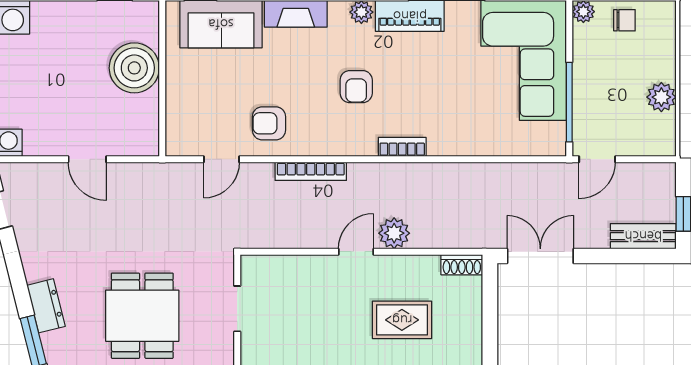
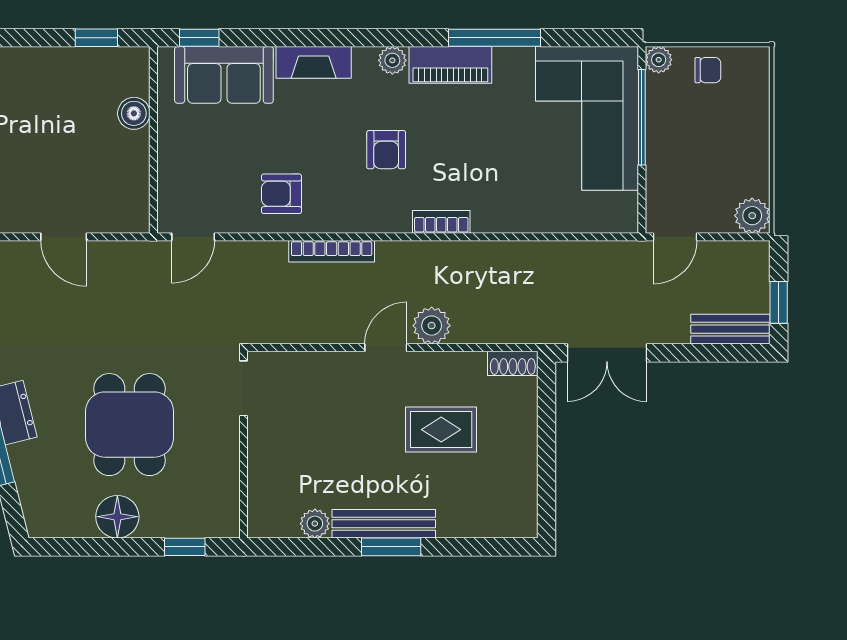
boiler: (134, 68) -> (134, 113), width x0.54, depth x0.54
plant: (661, 97) -> (752, 216), moved
window: (569, 102) -> (642, 117), moved
door: (222, 159) -> (193, 237), moved
double door: (540, 256) -> (607, 353), swing flipped
doorway: (237, 309) -> (243, 388), moved

